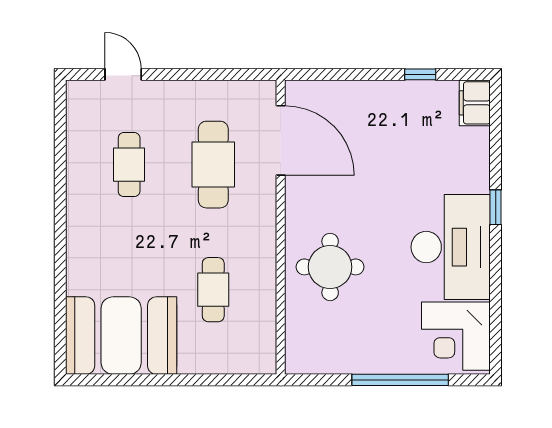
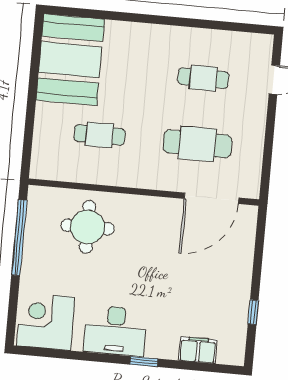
filing cabinet: (475, 103) -> (198, 350), moved
desk: (451, 247) -> (115, 331), width x0.73, depth x0.77
round table: (330, 267) -> (88, 227), moved
window: (400, 380) -> (19, 238), moved

